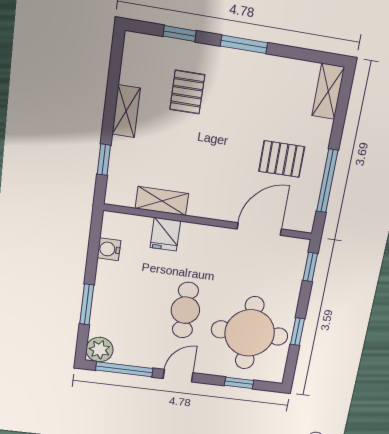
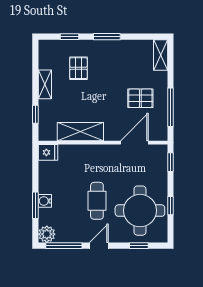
shelving: (162, 201) -> (80, 132), width x1.50, depth x1.33
fridge: (165, 234) -> (48, 152), moved, turned -90
water cooler: (109, 249) -> (45, 201), moved

